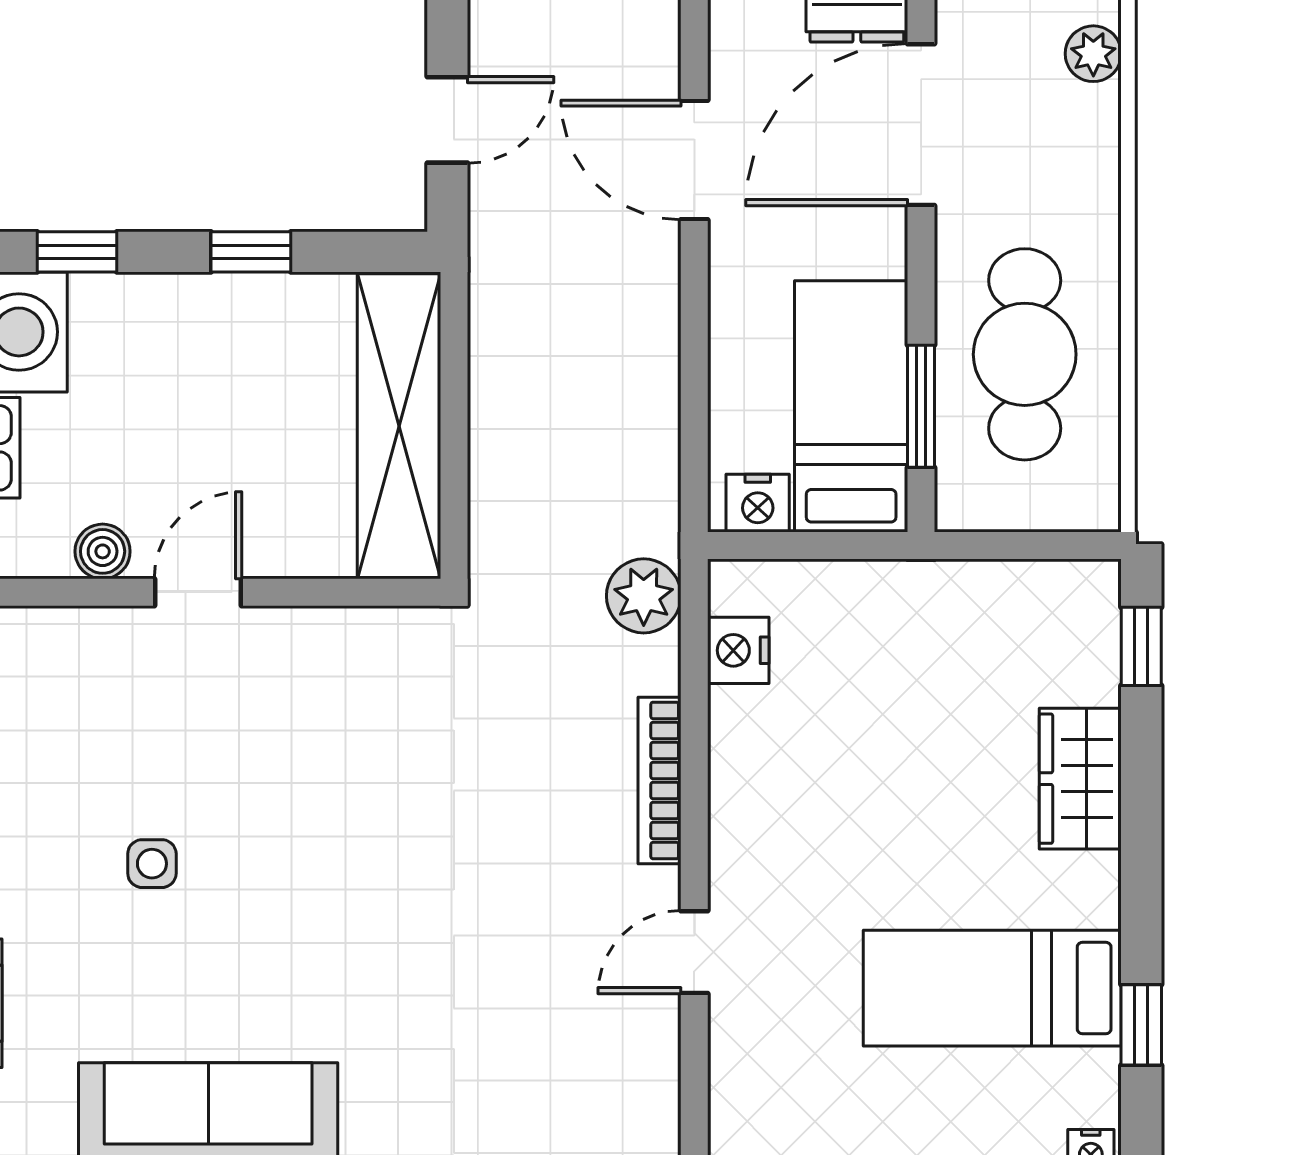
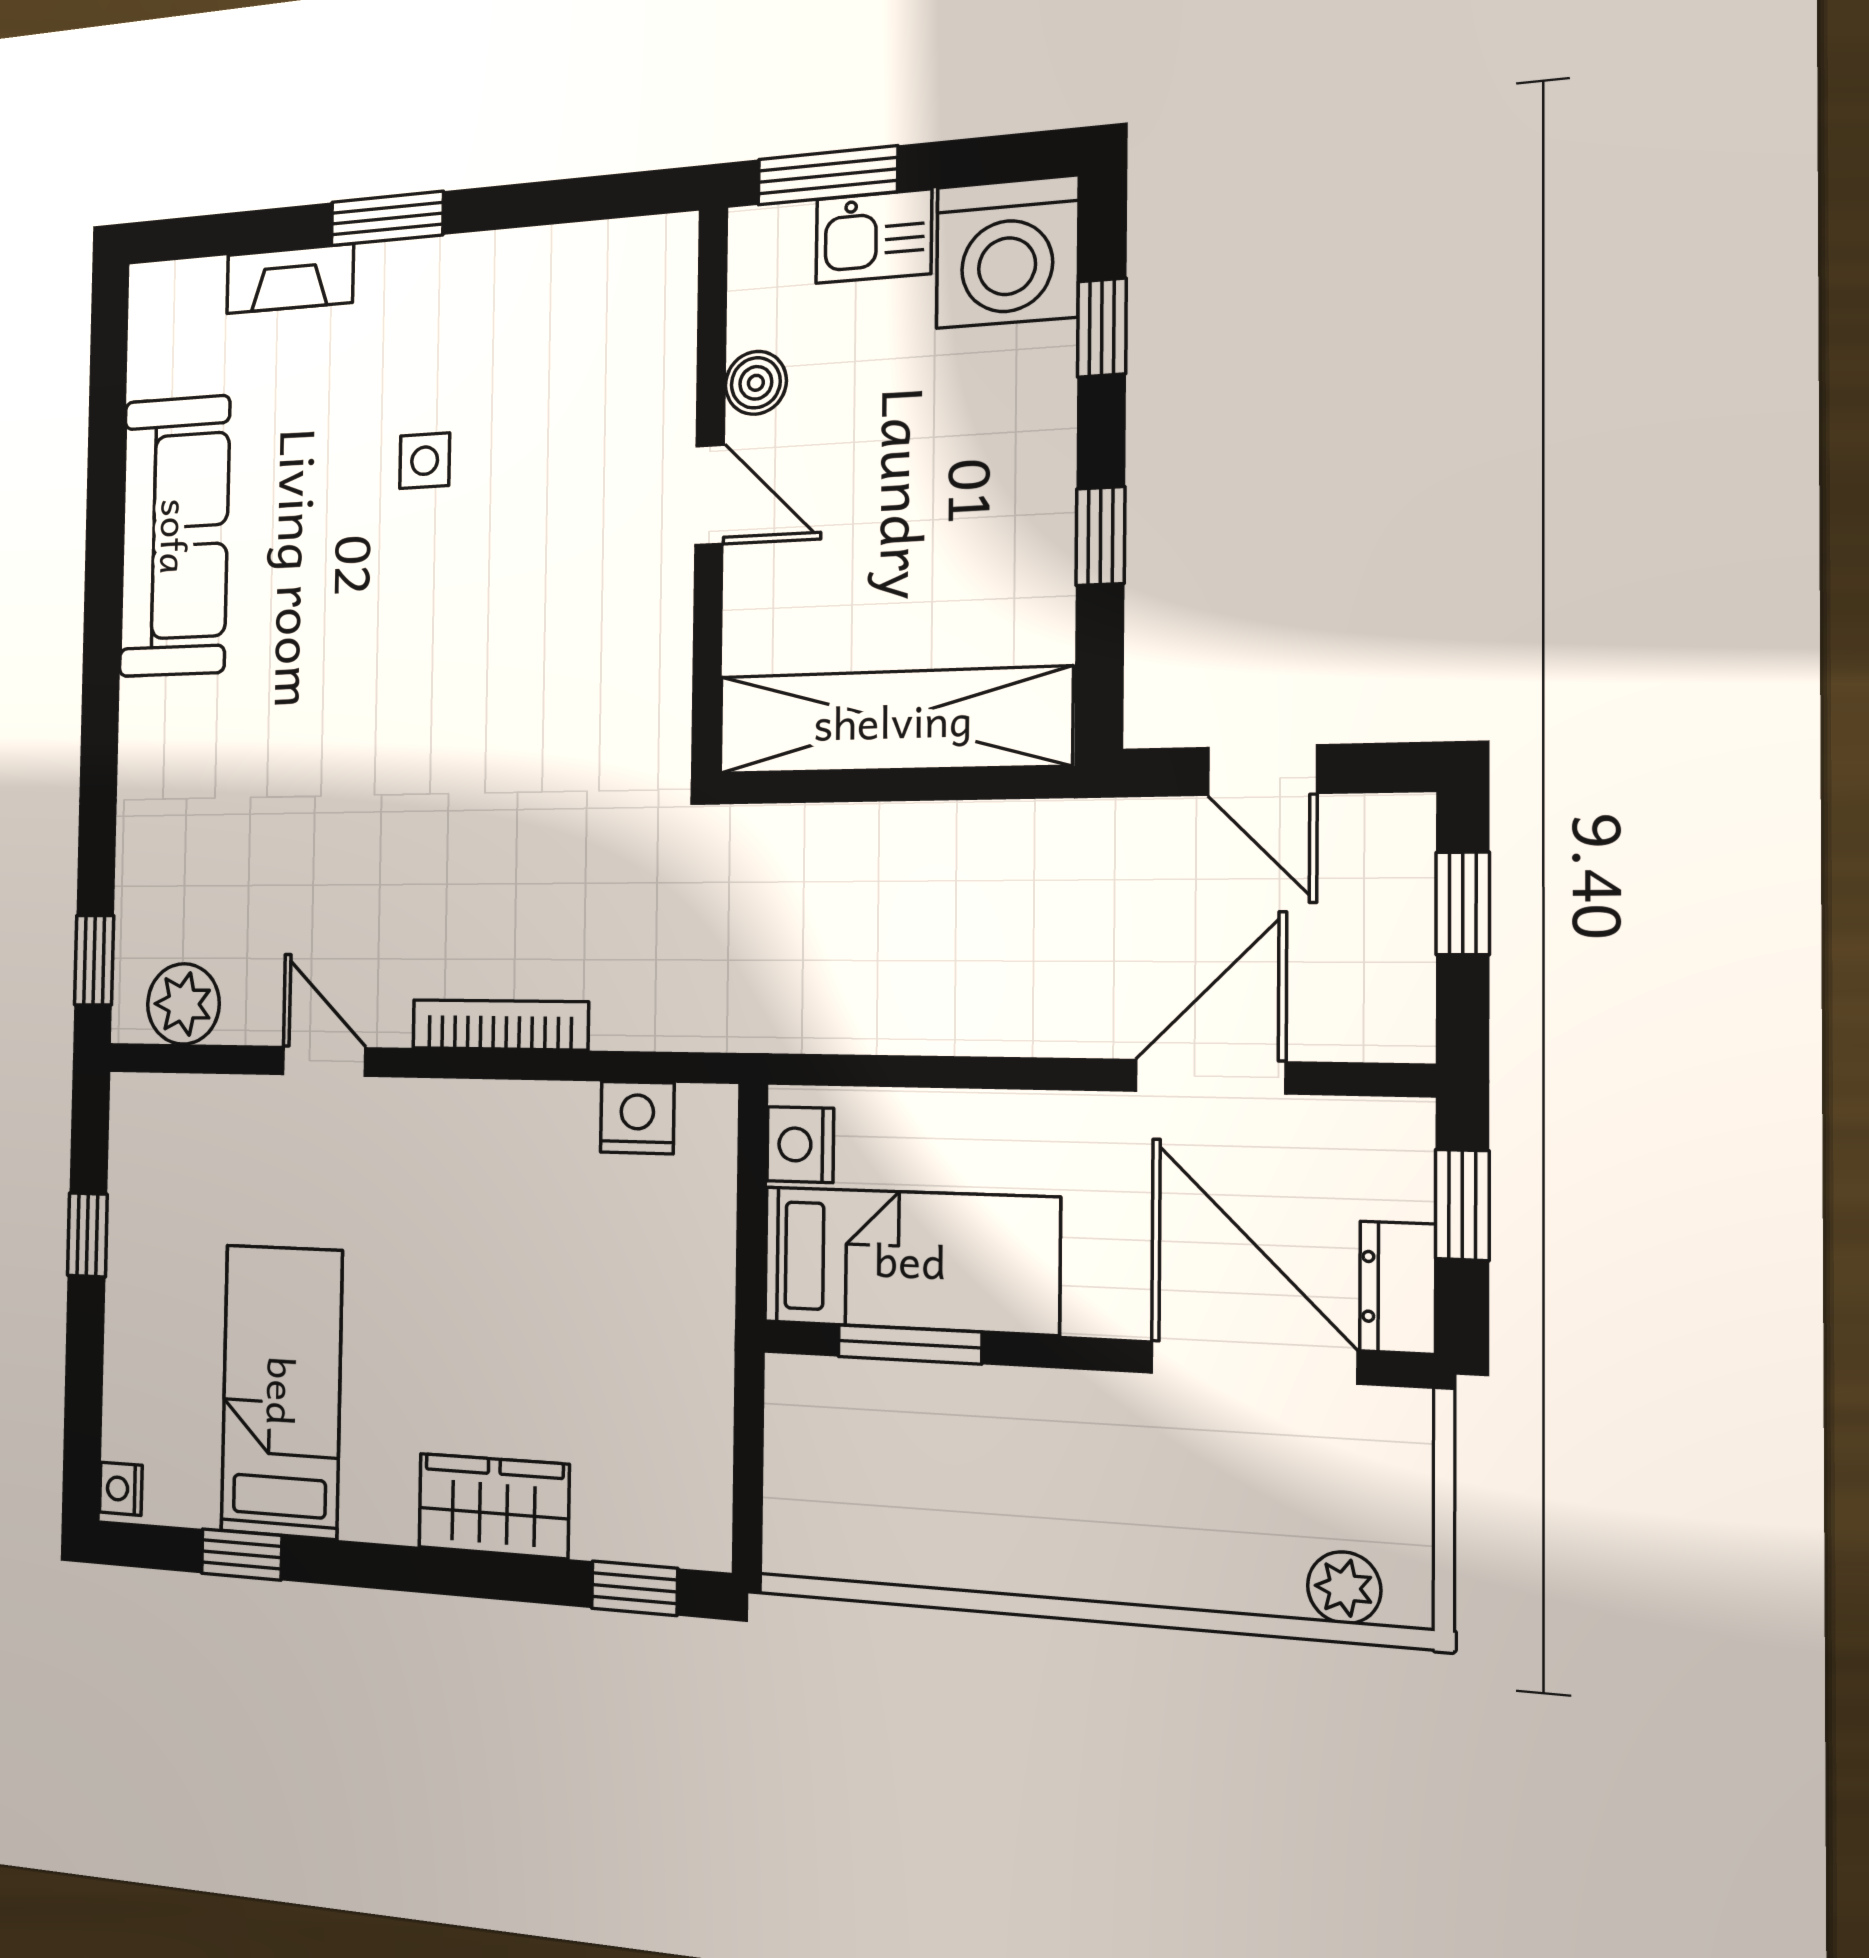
cafe table: (1025, 354) -> (970, 1474), removed
plant: (644, 596) -> (183, 1004), moved

